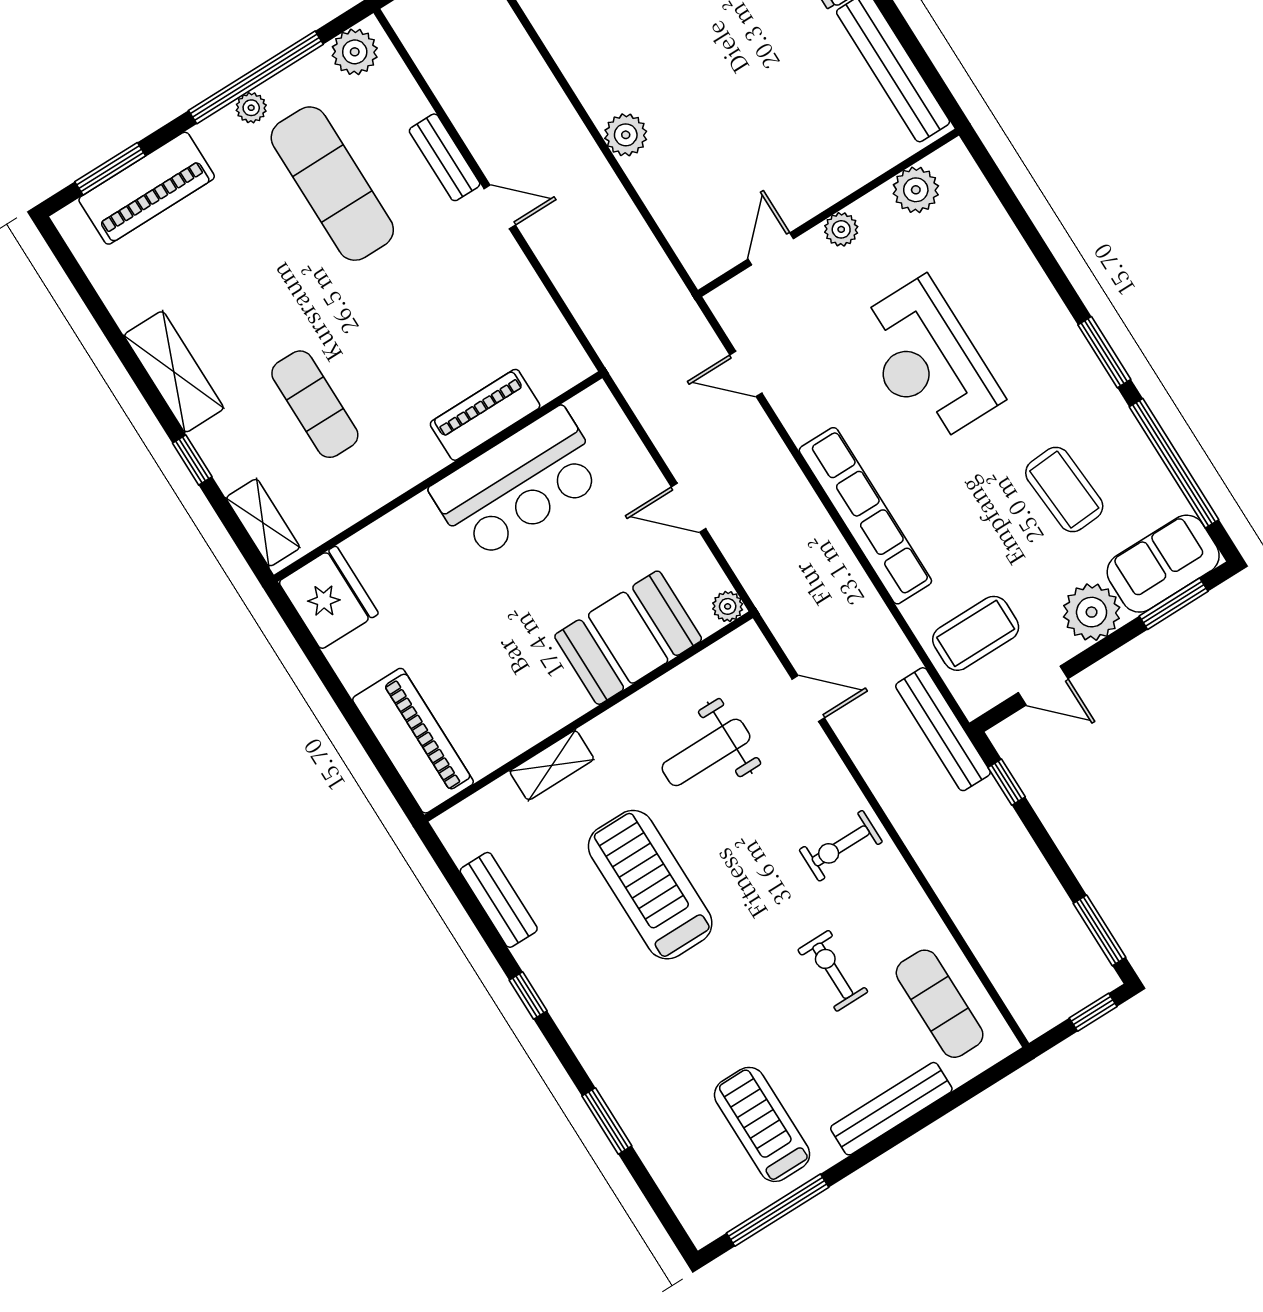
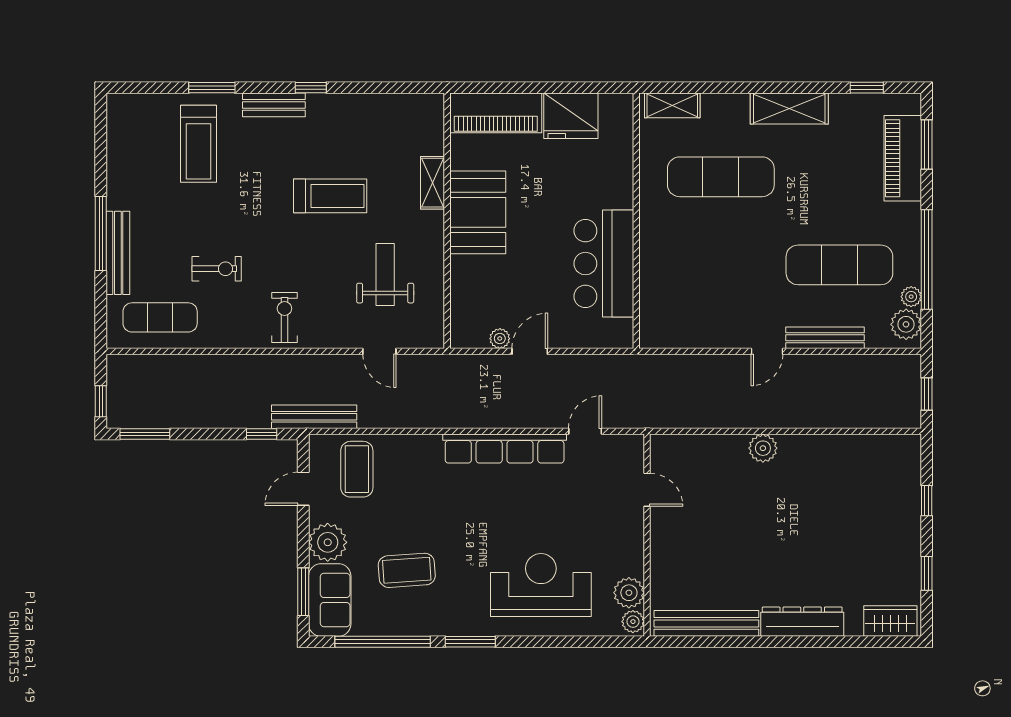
plant: (251, 108) -> (911, 297), moved
bench: (445, 157) -> (825, 338), width x1.36
plant: (841, 229) -> (633, 622), moved
reception desk: (927, 361) -> (541, 585), moved
exercise mat: (315, 404) -> (721, 177), width x1.36, depth x1.45
piano: (485, 415) -> (654, 269), removed
window: (192, 460) -> (867, 88), moved
row of seats: (865, 516) -> (505, 449), moved
fridge: (329, 598) -> (571, 116), moved
plant: (728, 606) -> (500, 339), moved
booth: (628, 638) -> (478, 212), moved
door: (808, 699) -> (379, 351), hinge flipped
treadmill: (650, 885) -> (330, 196), width x0.73, depth x0.73
bench: (499, 900) -> (274, 105), moved
treadmill: (762, 1124) -> (199, 144), moved, turned 90
window: (778, 1210) -> (101, 233), moved

